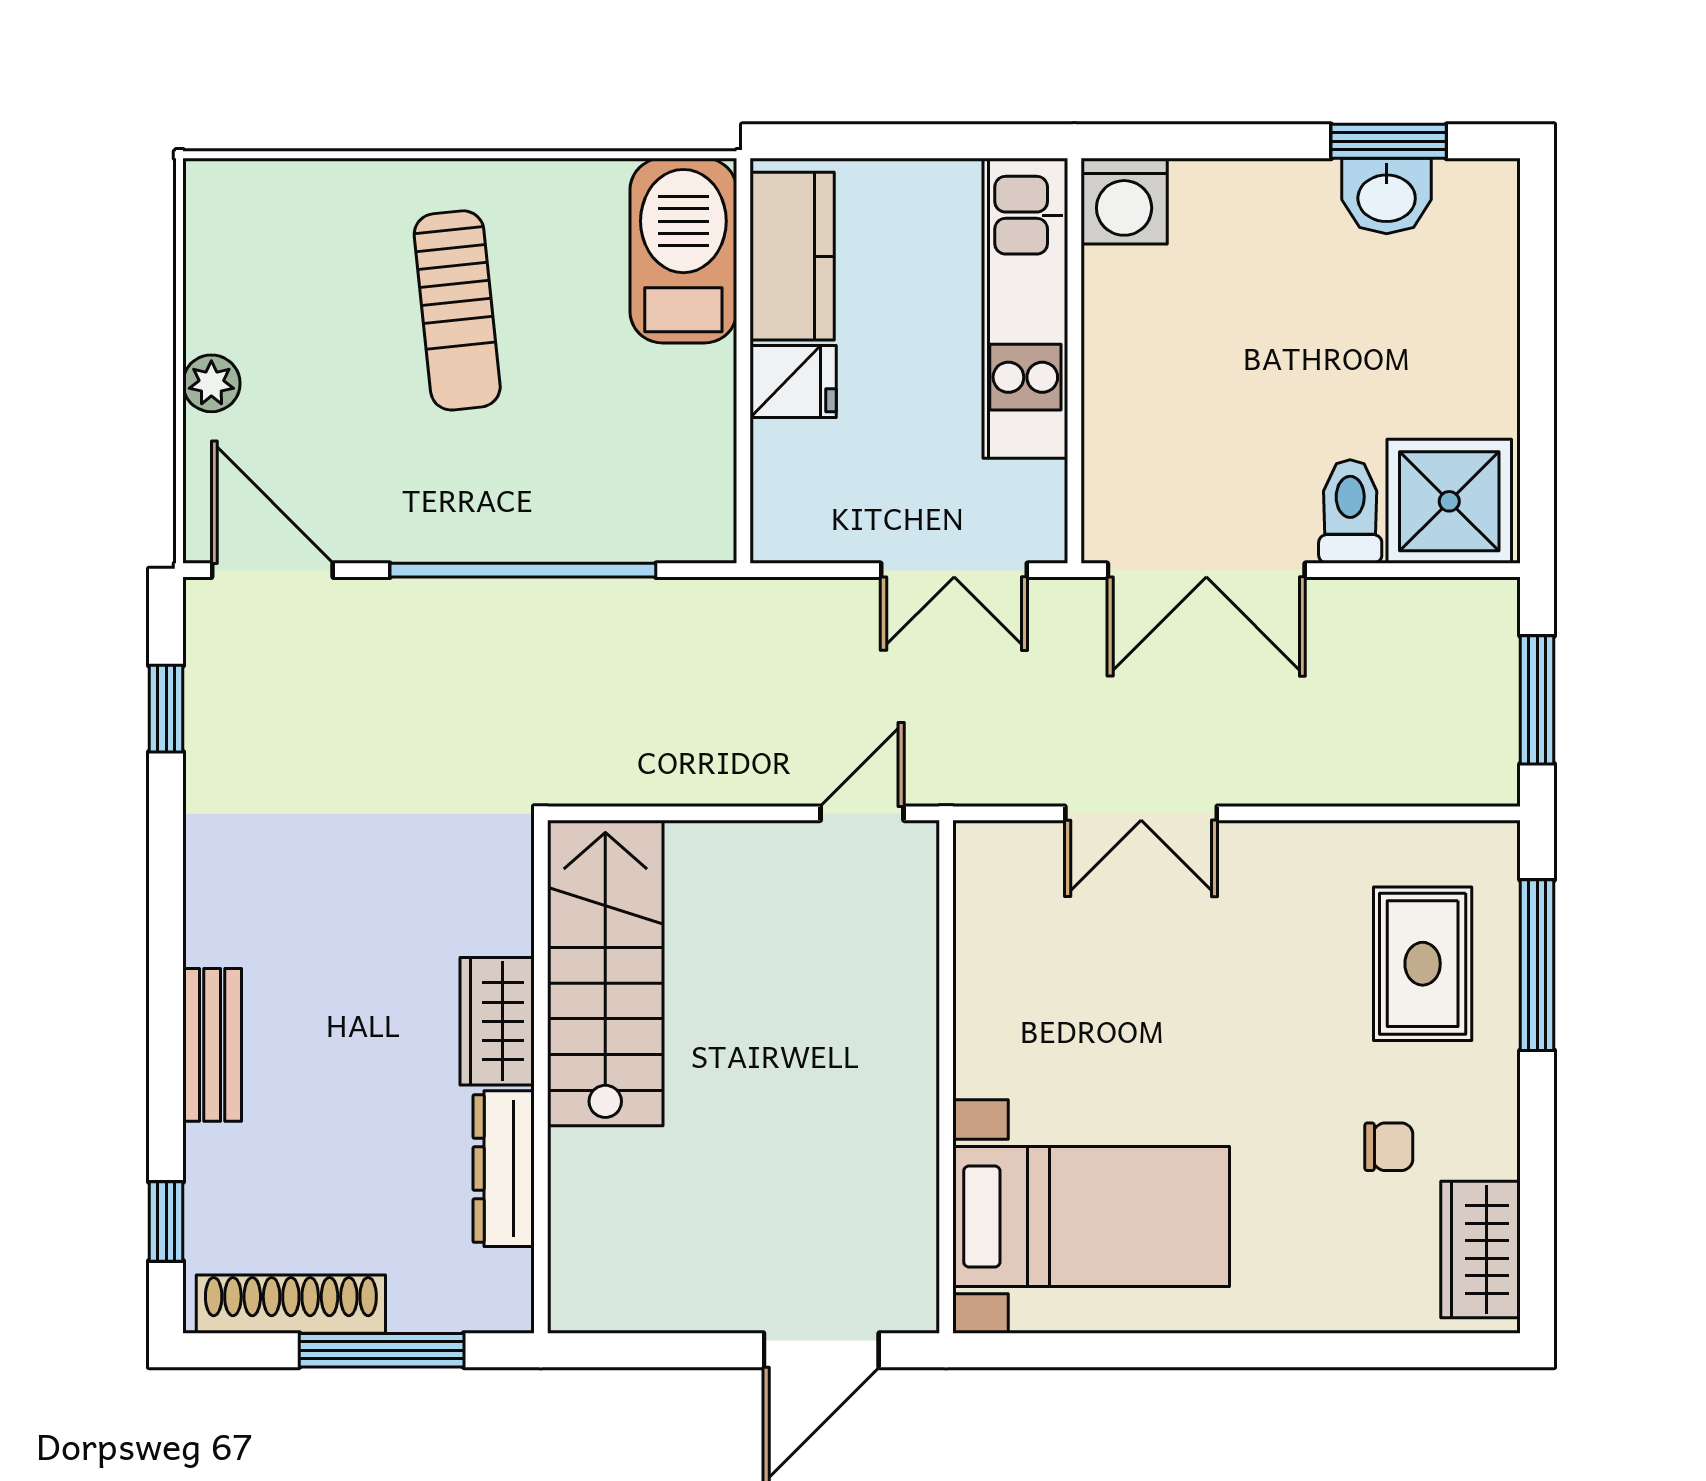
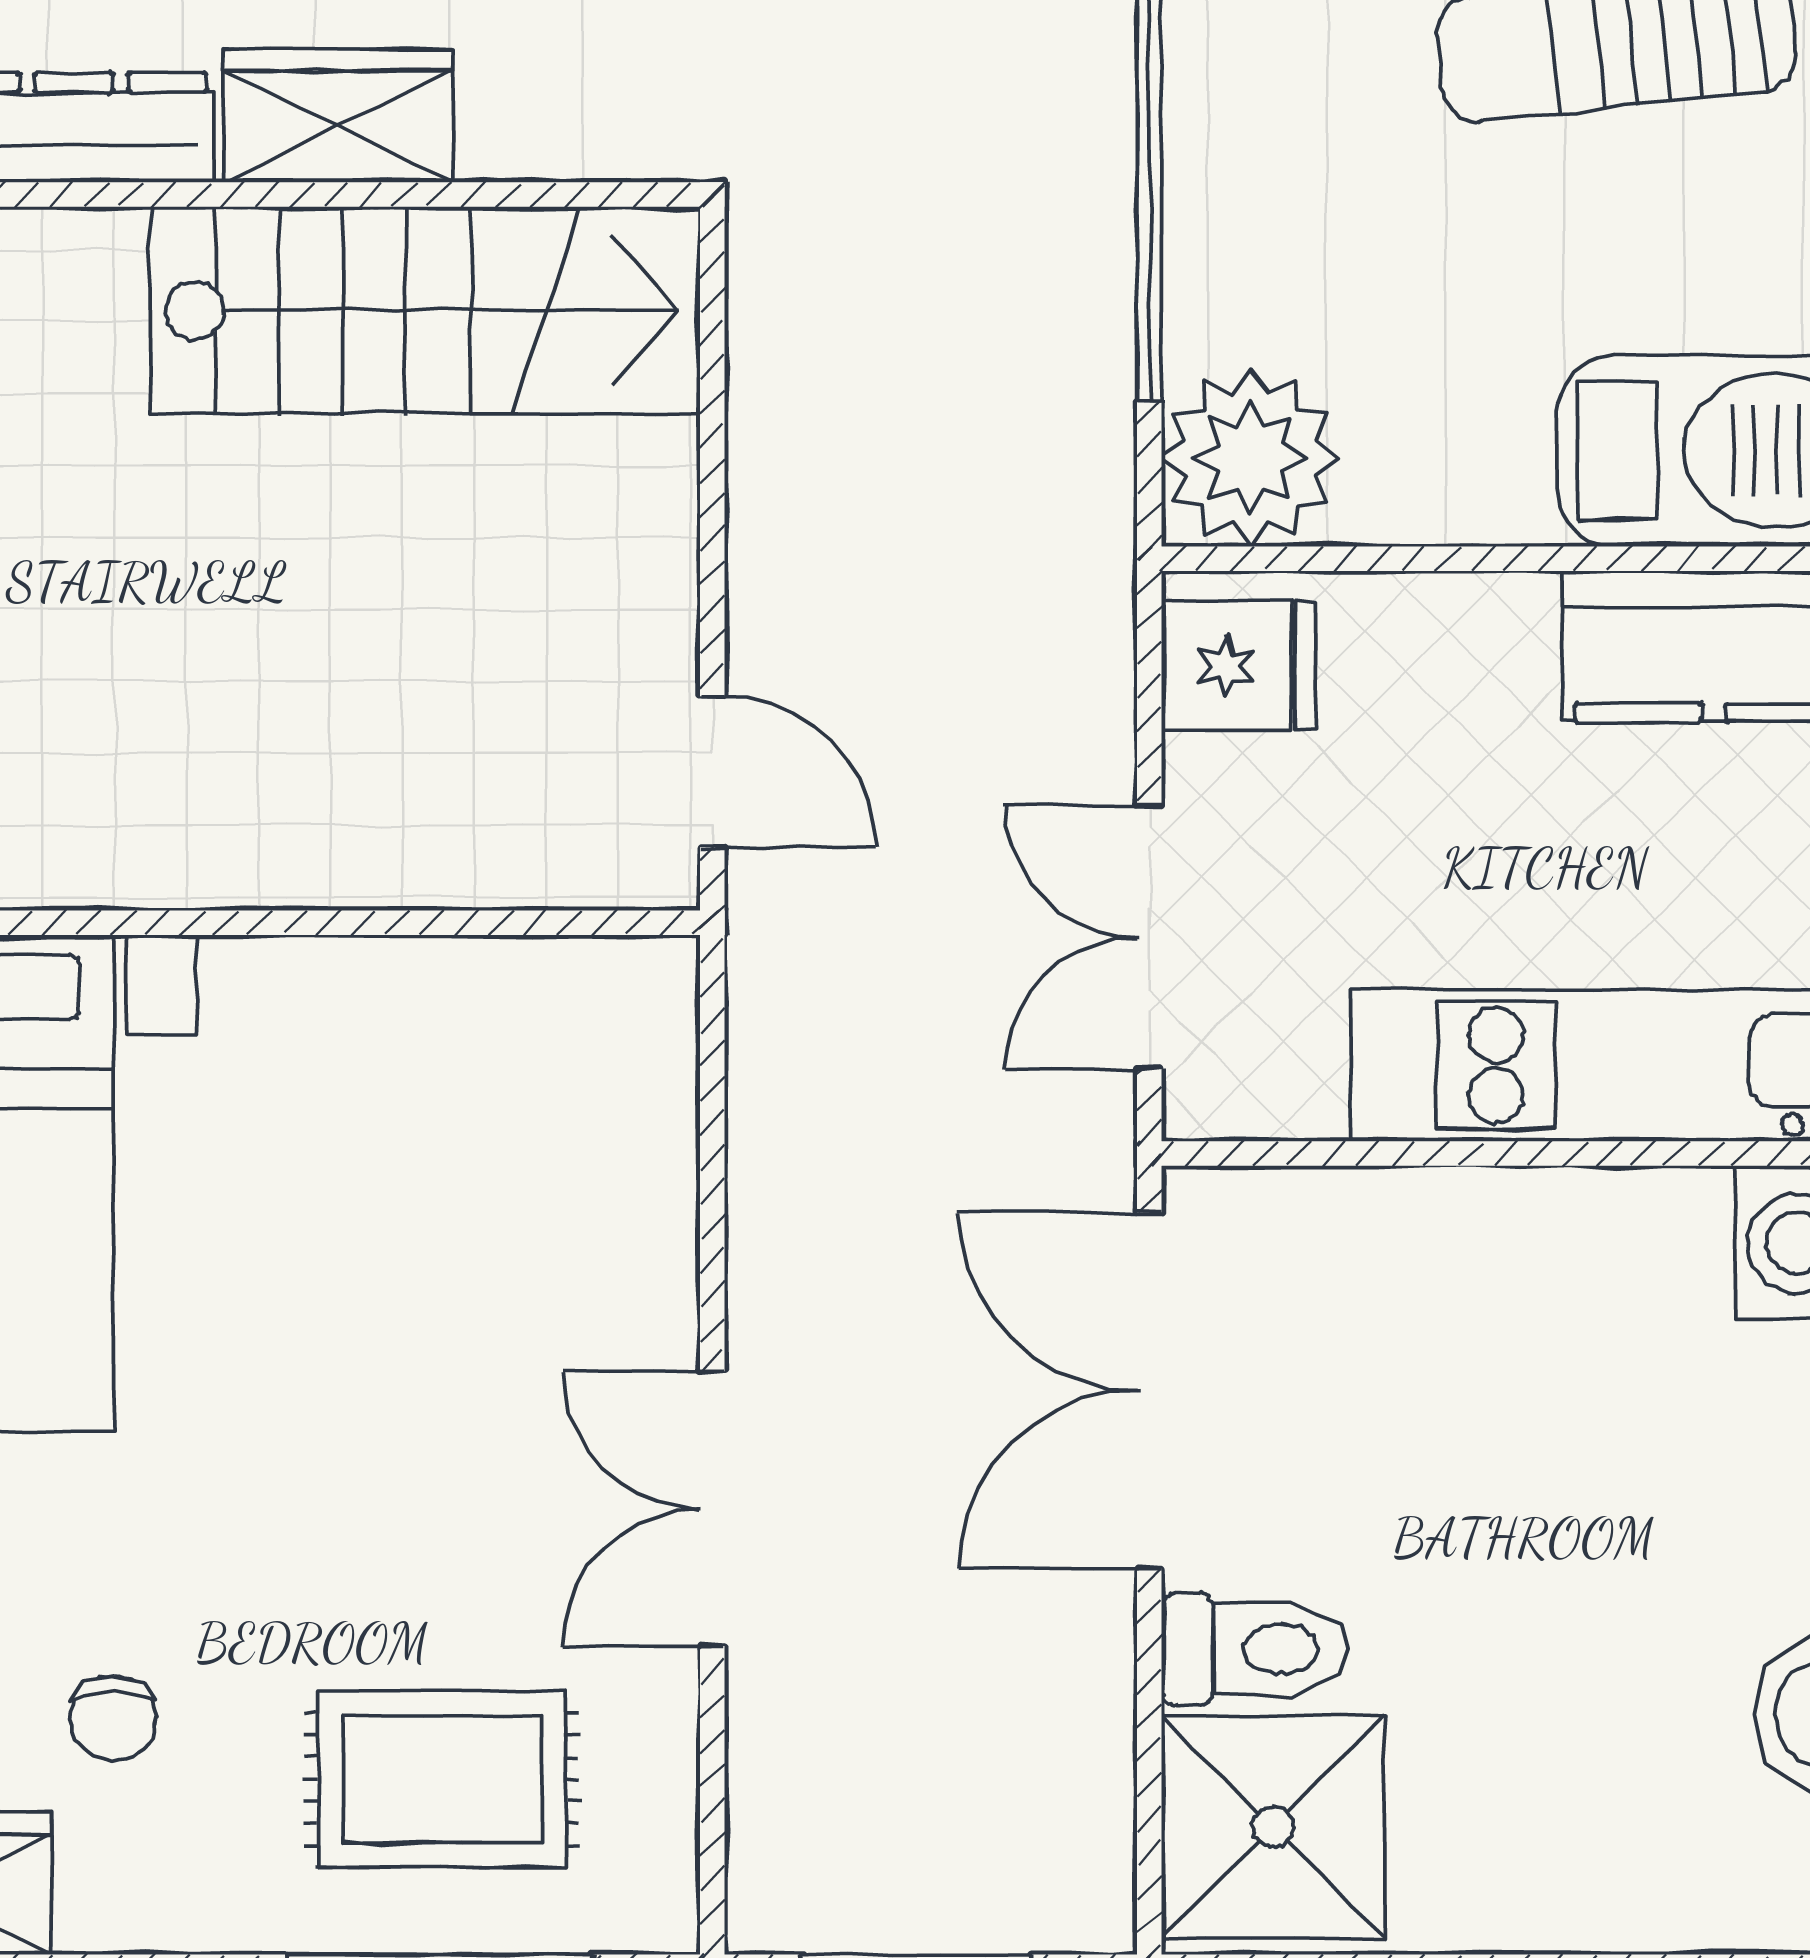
fridge: (793, 382) -> (1239, 666), moved, turned -90
plant: (687, 514) -> (1250, 458), added
double door: (1141, 813) -> (712, 1509), moved

